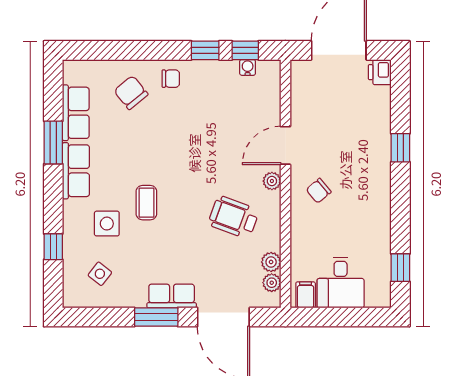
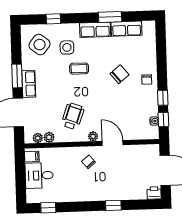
chair: (131, 93) -> (120, 74), moved
side table: (100, 274) -> (40, 45), width x1.87, depth x1.87

